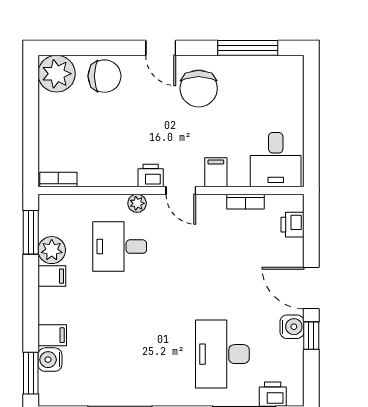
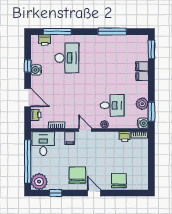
window: (248, 48) -> (56, 193), width x0.46
plant: (57, 74) -> (39, 182), moved
chair: (104, 76) -> (119, 181), turned 90
window: (311, 119) -> (28, 161), added
printer: (151, 175) -> (125, 137), moved
filing cabinet: (52, 276) -> (142, 76), moved
door: (311, 288) -> (28, 98), moved
water cooler: (50, 360) -> (143, 123), moved

